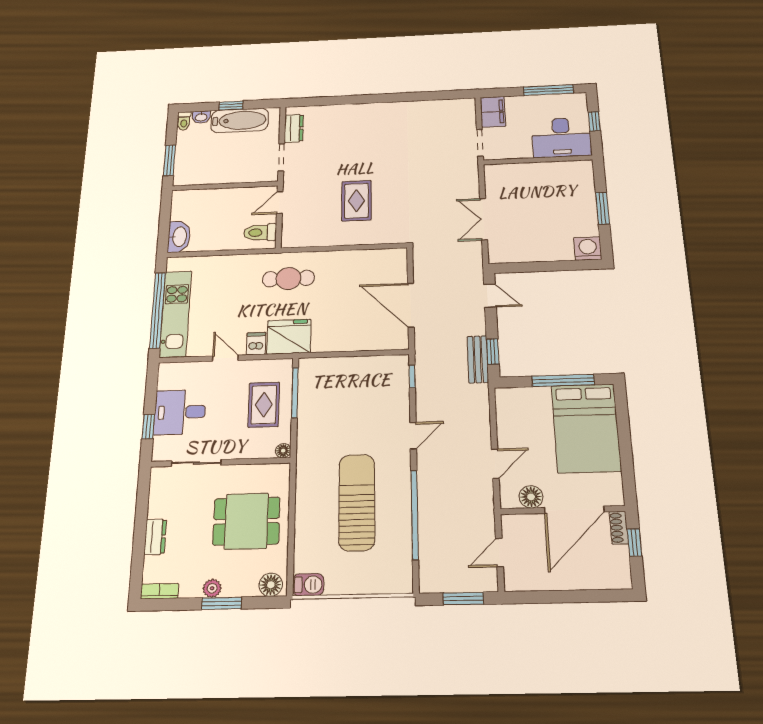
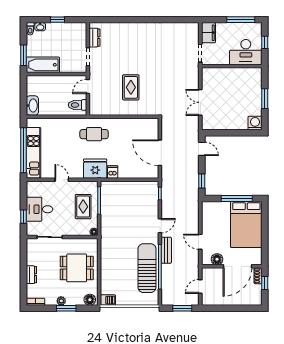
bathtub: (240, 120) -> (43, 65), moved, turned 180
dishwasher: (256, 344) -> (113, 172), moved
bench: (478, 359) -> (166, 250), moved
door: (495, 464) -> (200, 242), swing flipped
sun lounger: (357, 502) -> (147, 268), moved

